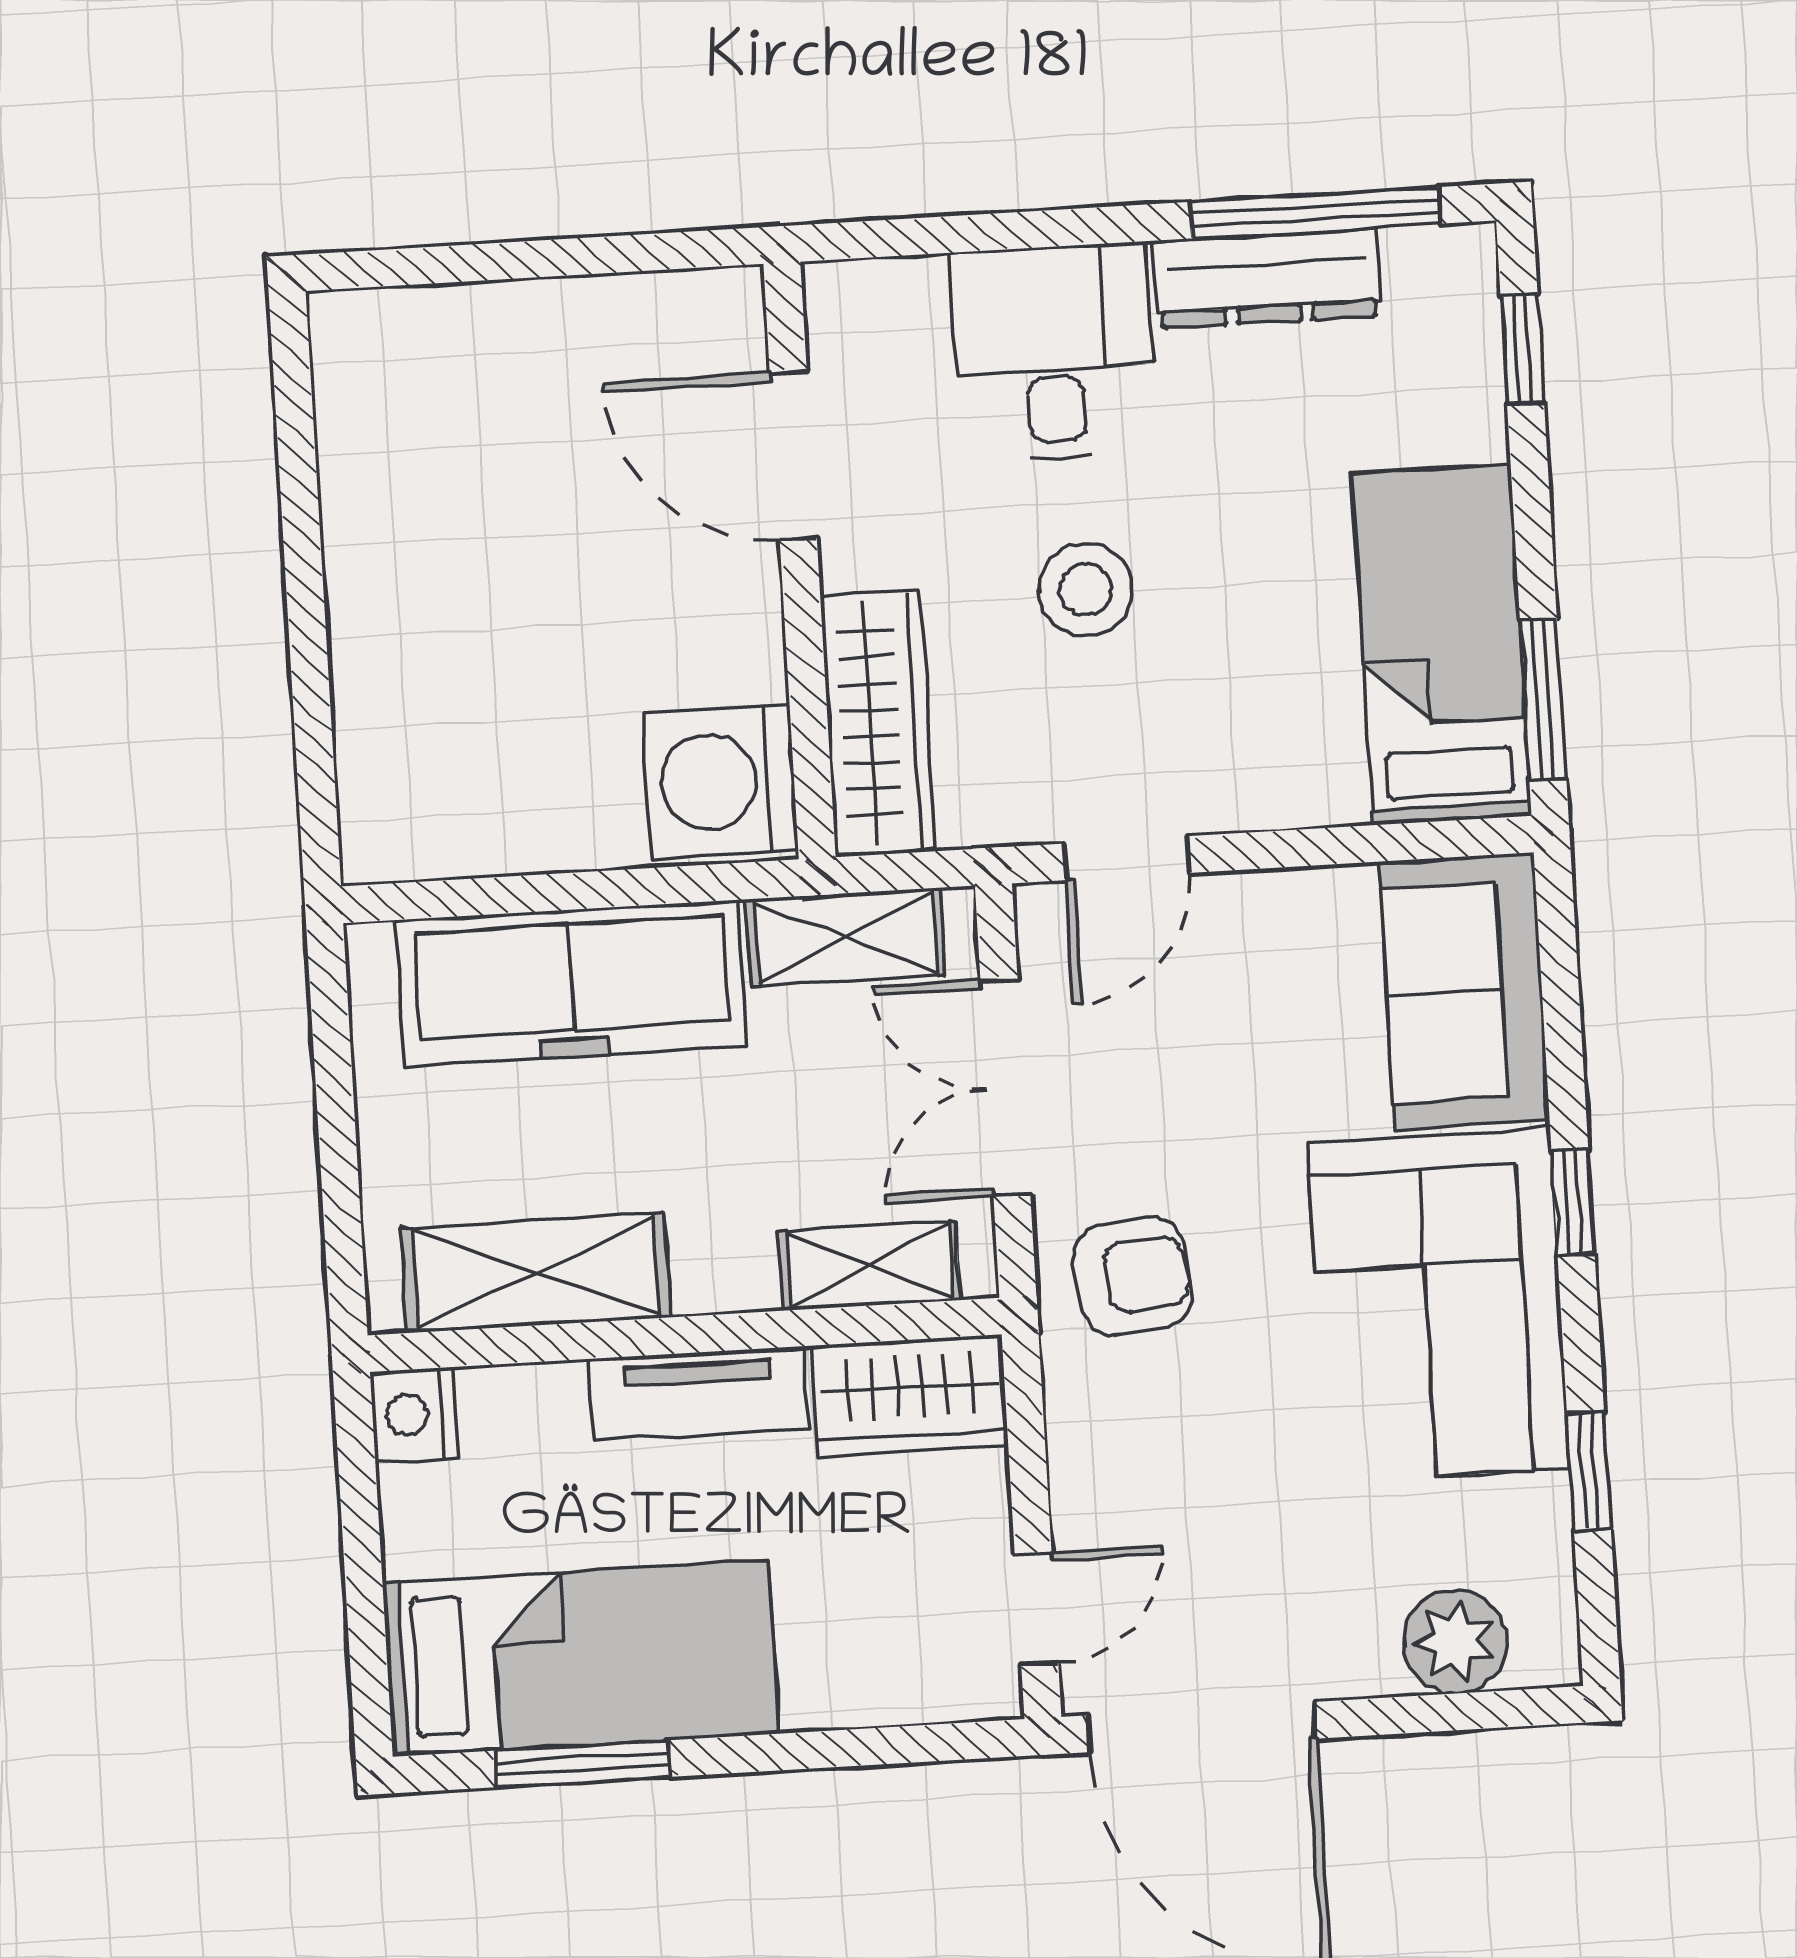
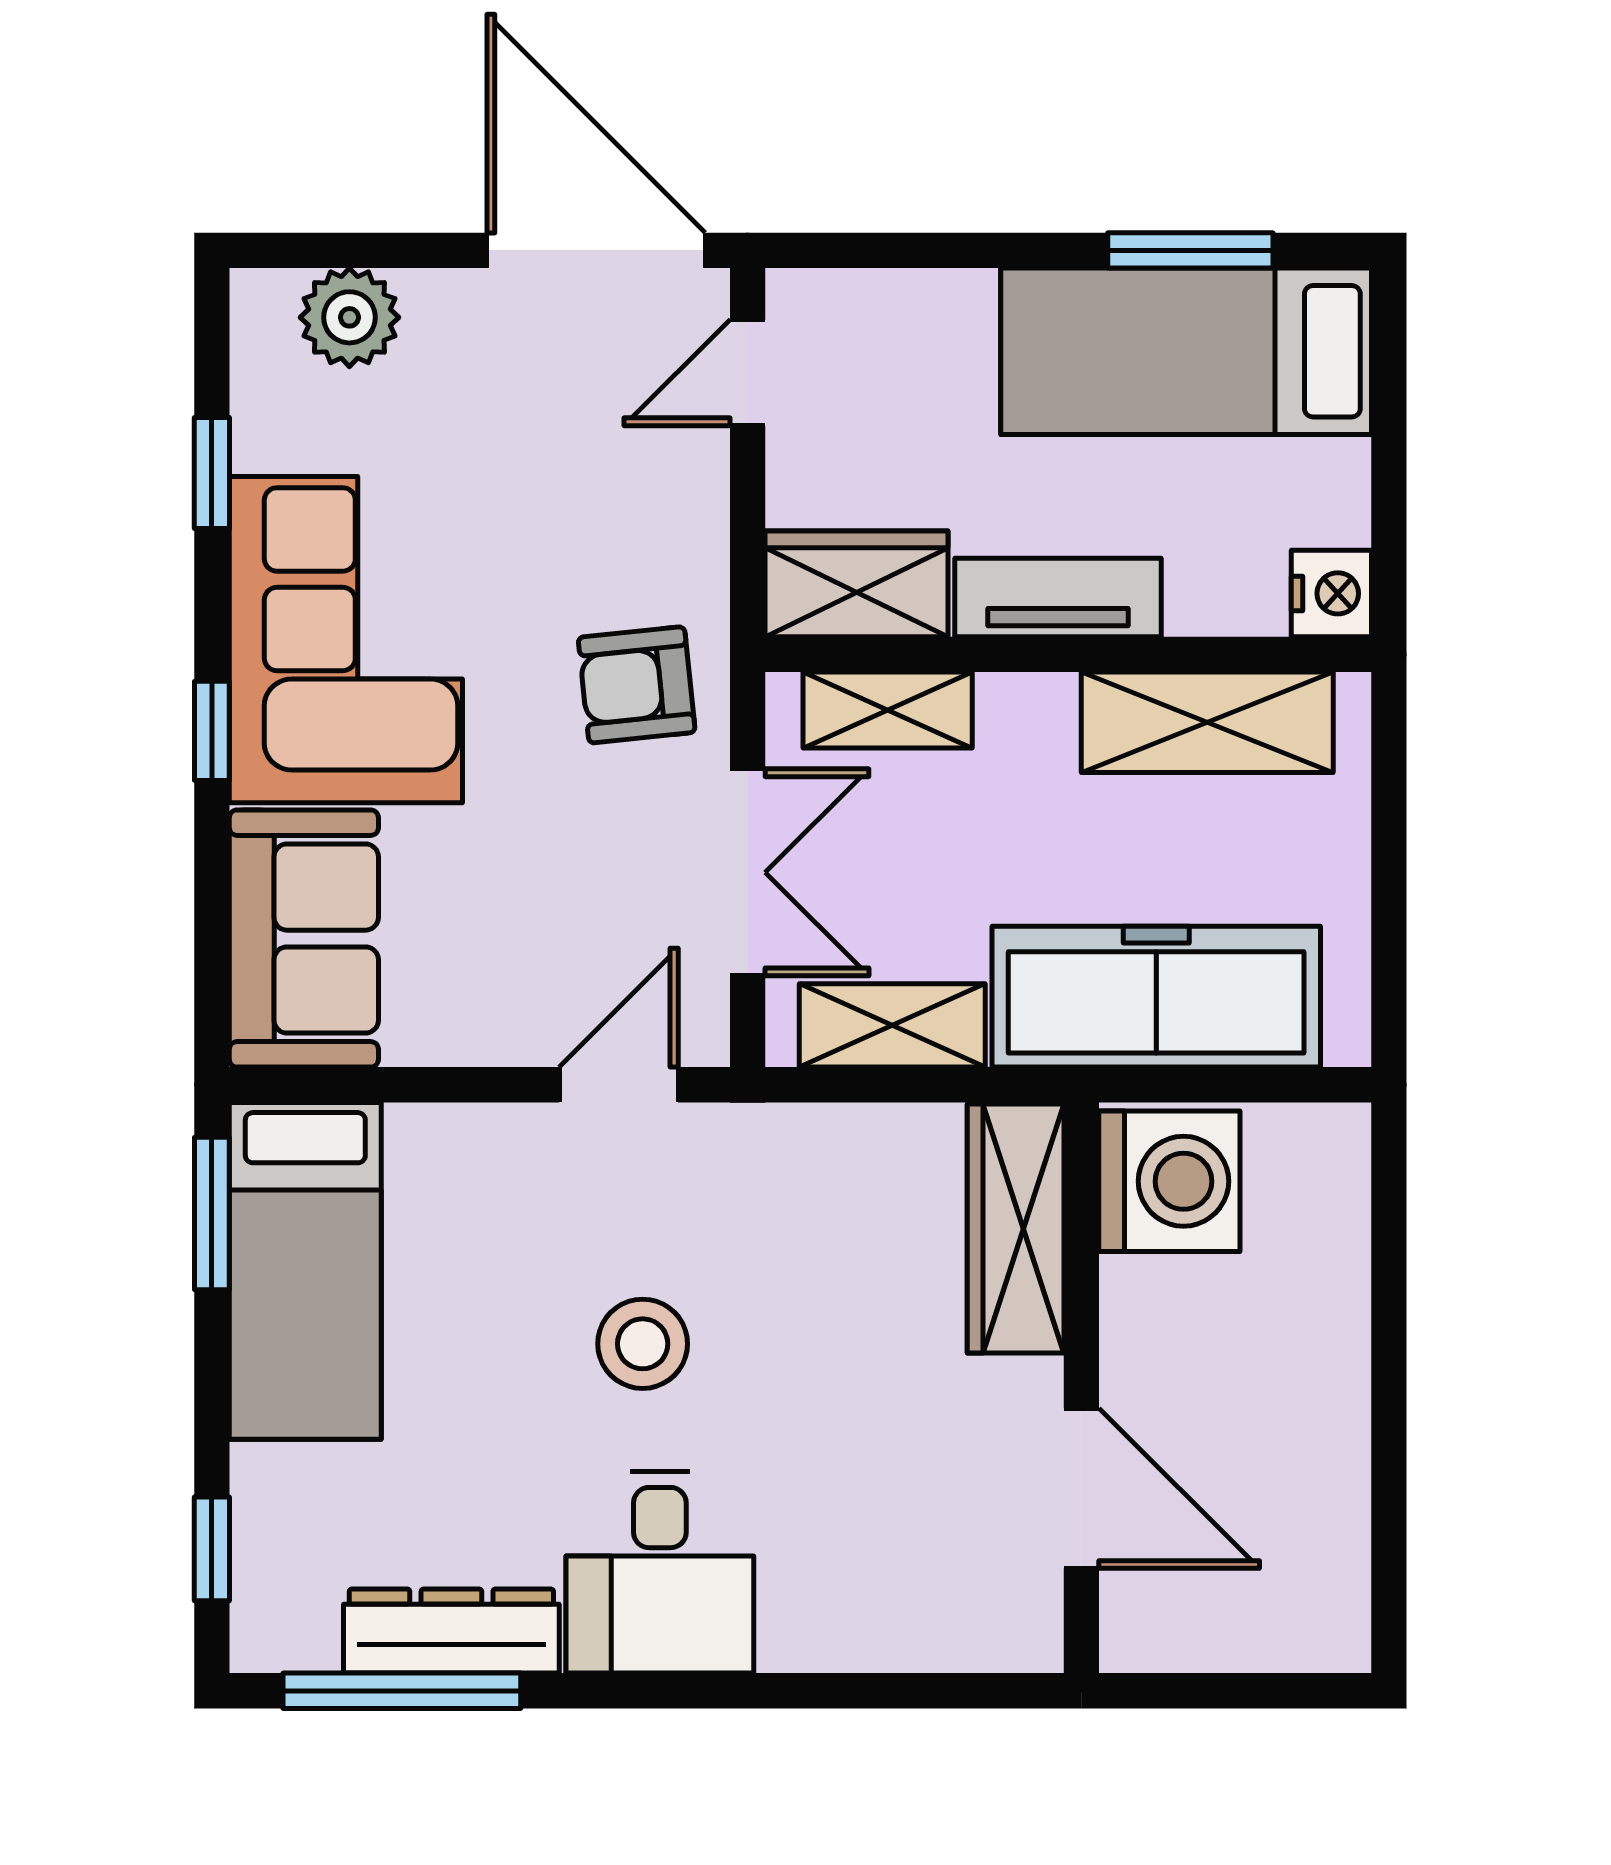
door: (793, 456) -> (1081, 1488), moved
wall: (799, 561) -> (1081, 1388), moved
wardrobe: (878, 722) -> (1016, 1229), moved
washing machine: (721, 781) -> (1169, 1181), moved

